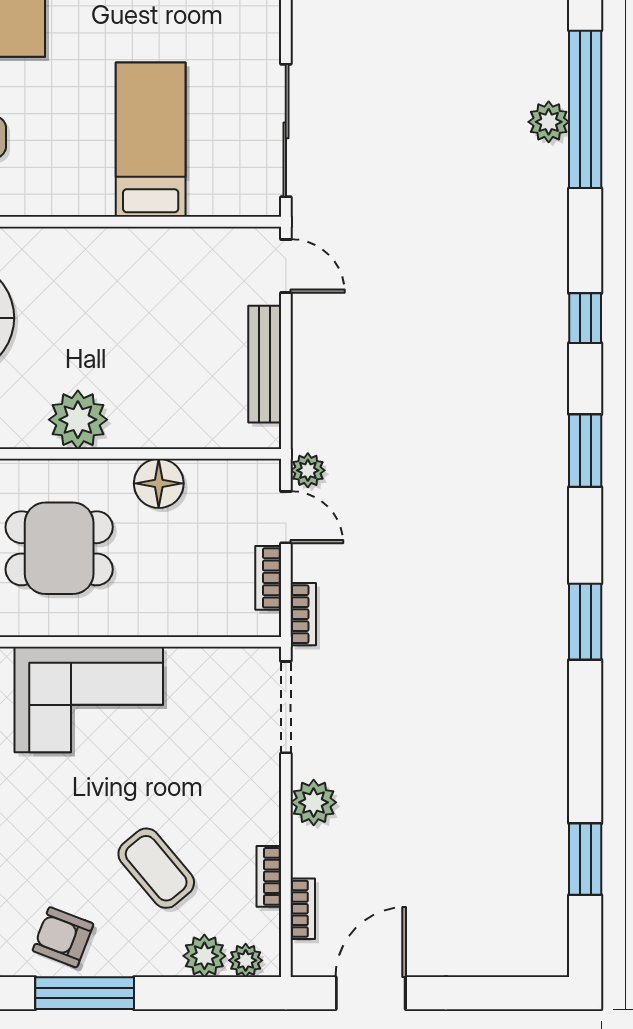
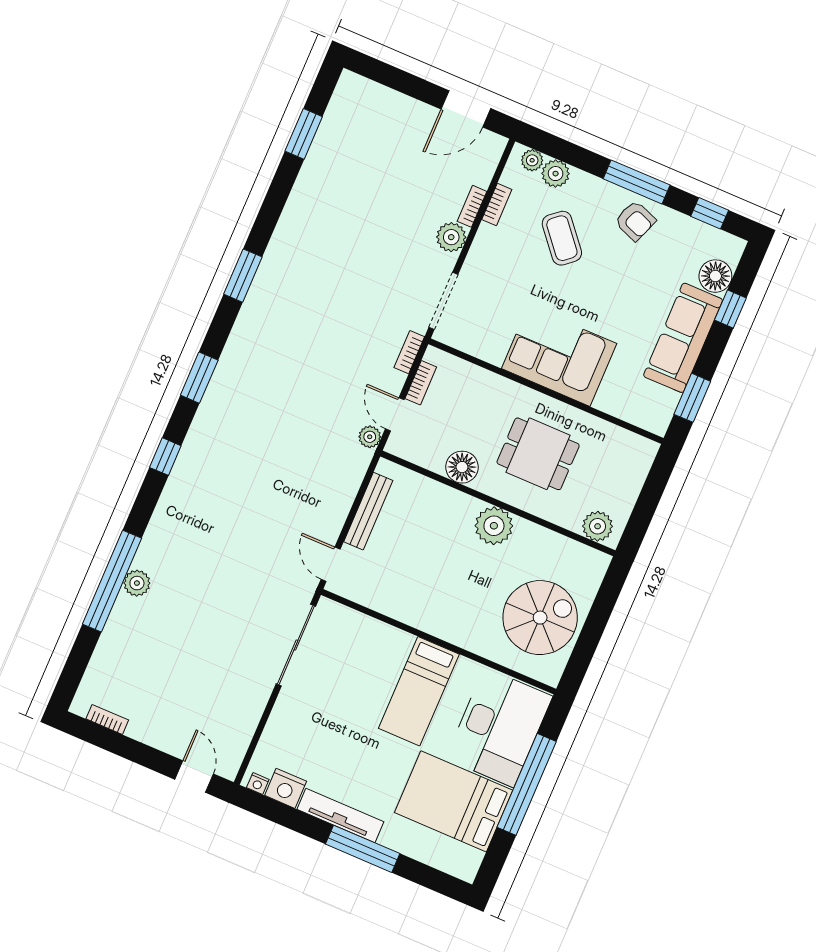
bed: (151, 140) -> (419, 691), moved
bookcase: (303, 909) -> (472, 206), moved

